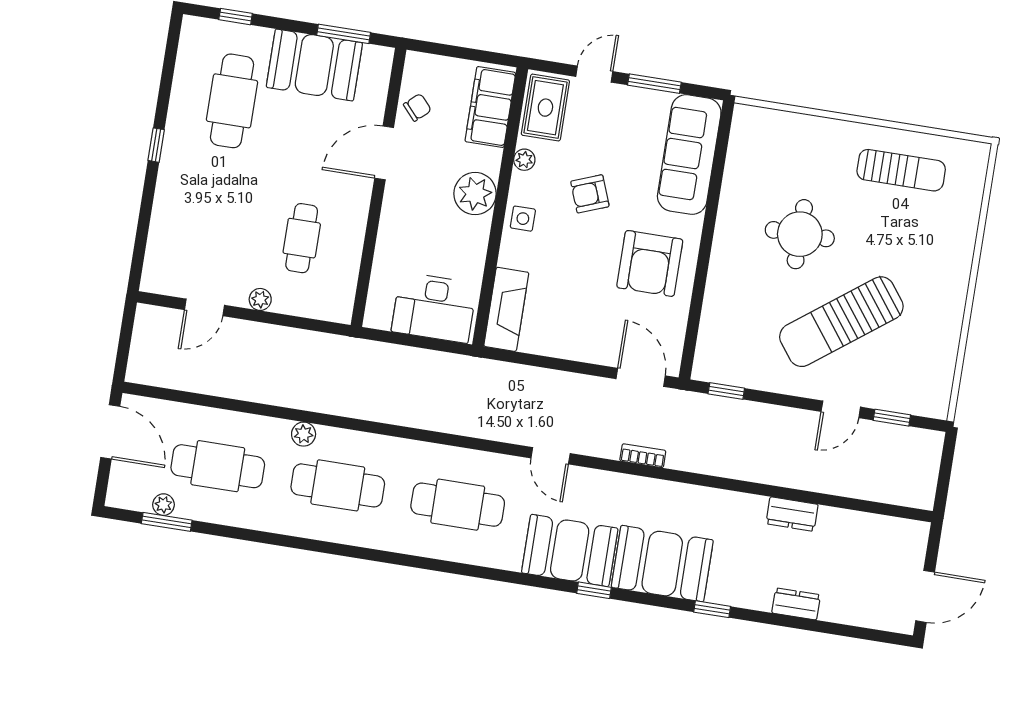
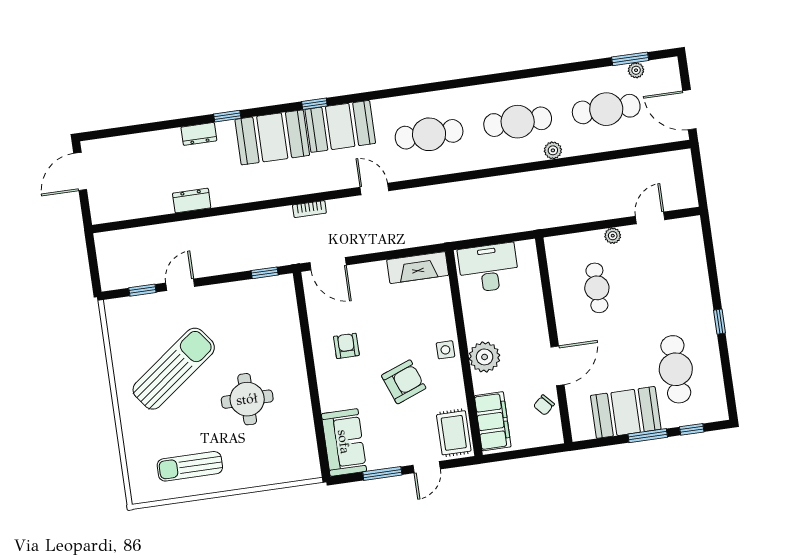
window: (344, 34) -> (648, 436), moved
sofa: (689, 155) -> (344, 442), width x0.73
plant: (524, 160) -> (457, 392), removed
armchair: (590, 194) -> (404, 382), width x1.38, depth x1.38
armchair: (650, 263) -> (346, 346), width x0.53, depth x0.53
fireplace: (506, 309) -> (418, 268), moved, turned -90
sun lounger: (841, 322) -> (174, 369), moved
dresser: (796, 604) -> (199, 134), moved

